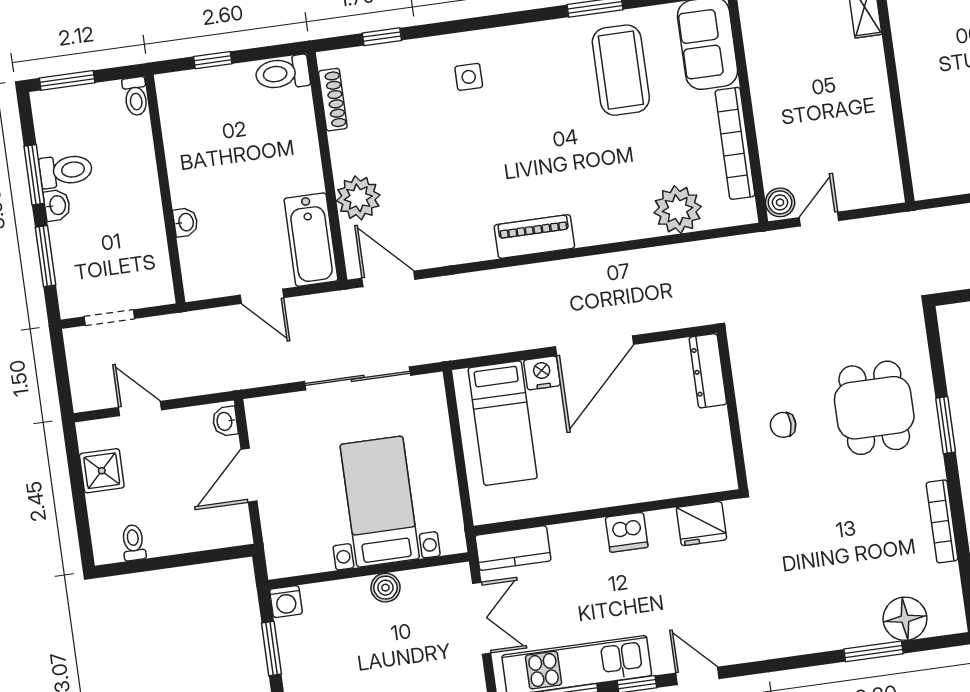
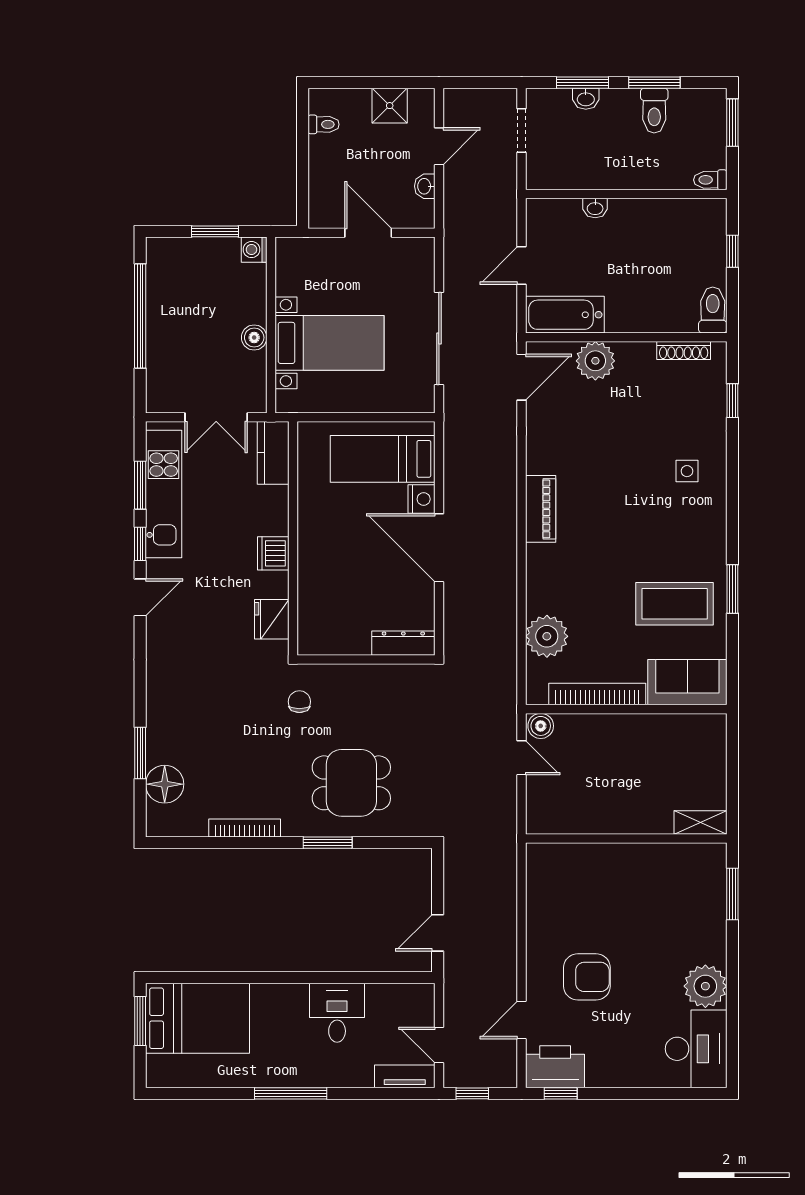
washbasin: (57, 205) -> (586, 99), moved
washbasin: (225, 421) -> (425, 186), moved, turned -90
chair: (783, 425) -> (299, 702), moved

